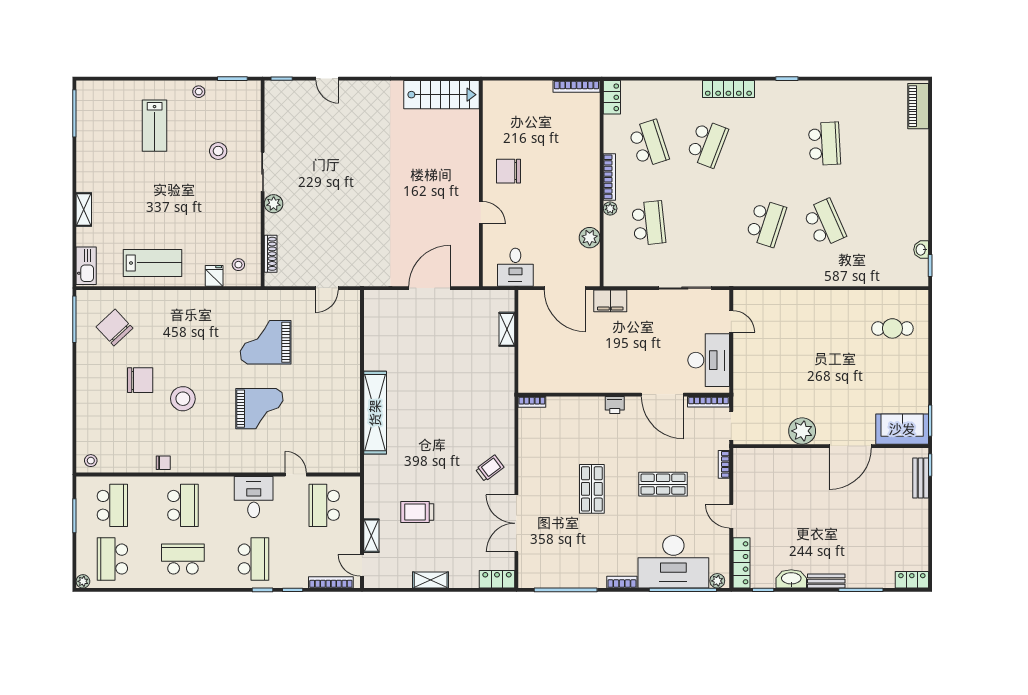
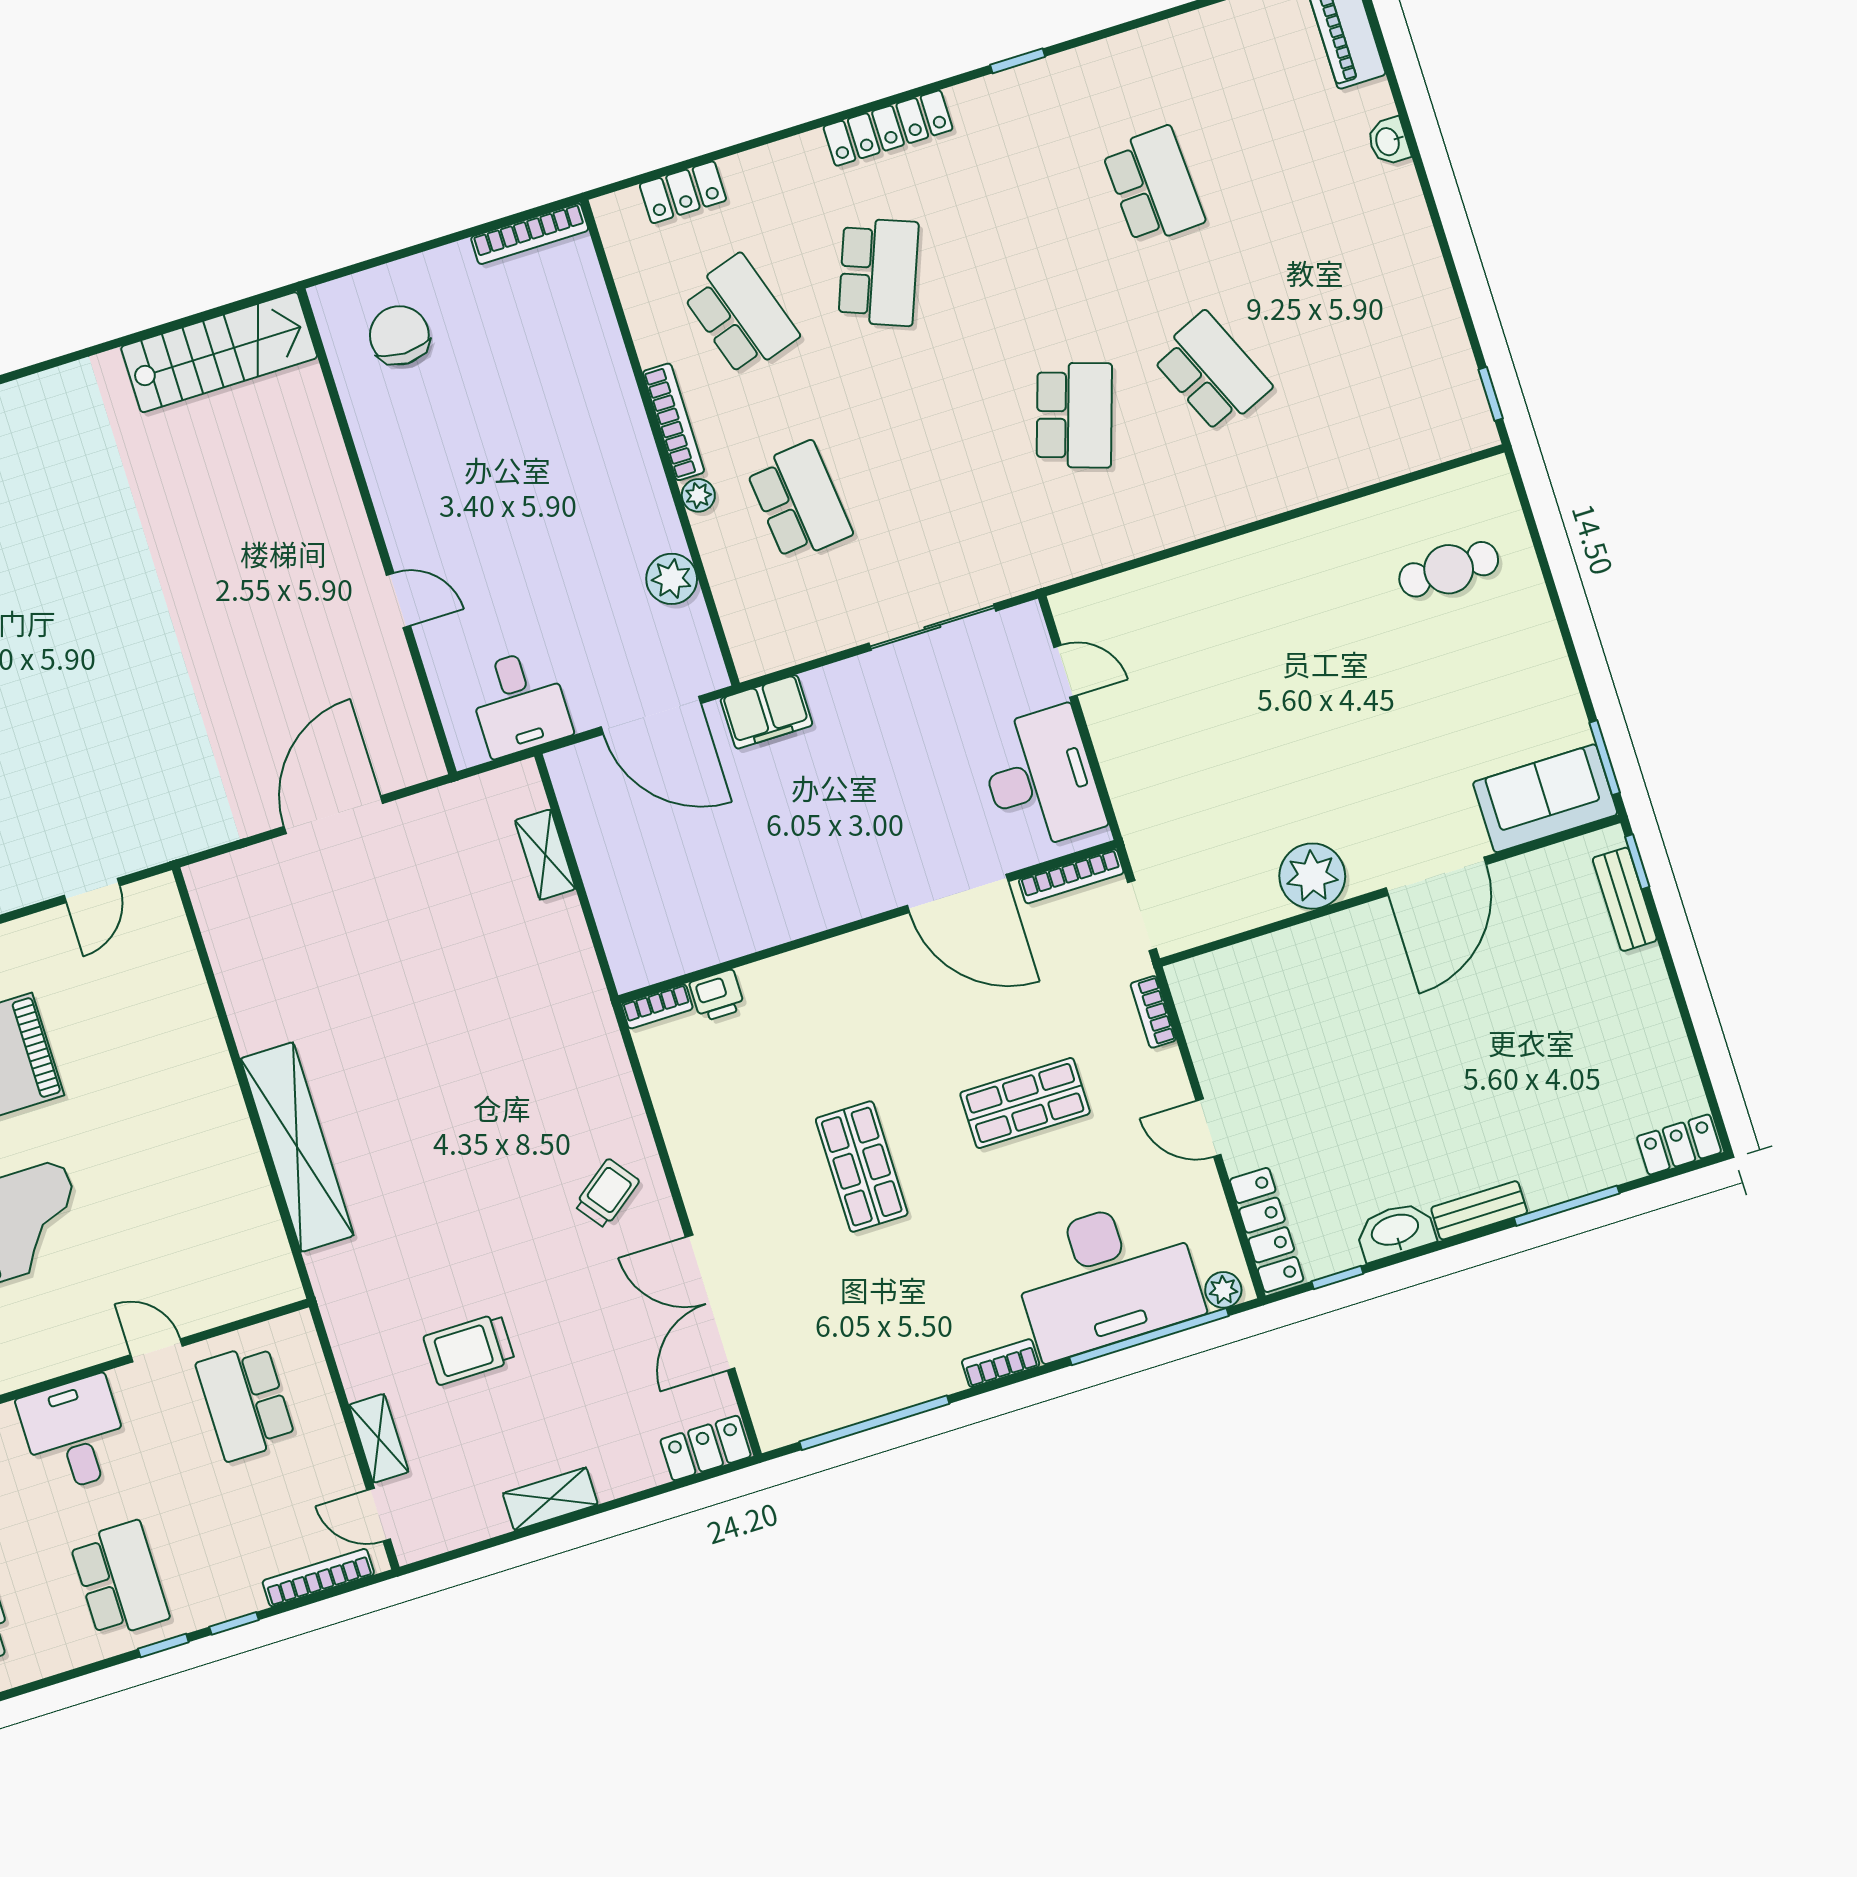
locker: (612, 97) -> (683, 192), moved, turned 90
chair: (508, 171) -> (399, 335), moved, turned 90
washbasin: (921, 250) -> (1388, 141), moved
printer: (615, 405) -> (717, 996), moved

